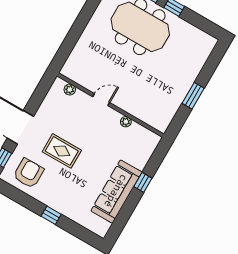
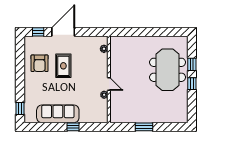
door: (101, 100) -> (109, 84), moved
armchair: (29, 173) -> (40, 63), moved, turned 90
window: (51, 215) -> (20, 109), moved

